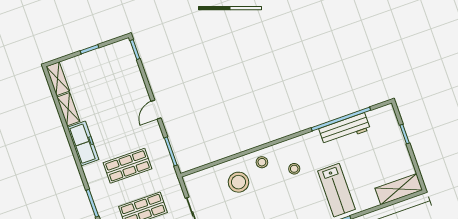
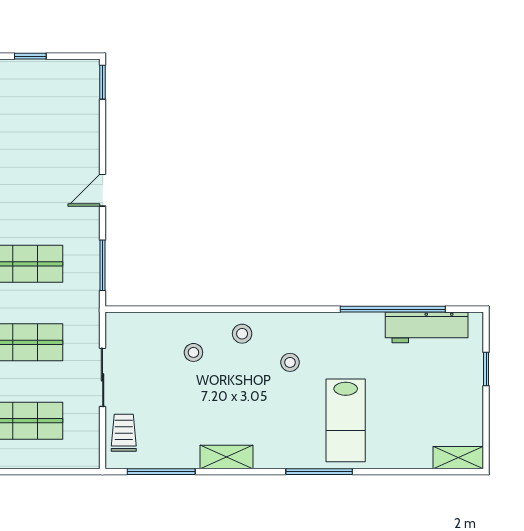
workbench: (345, 129) -> (427, 327), moved
stool: (238, 182) -> (193, 352), width x0.53, depth x0.53
shelving: (399, 189) -> (458, 458), width x0.67, depth x0.75

